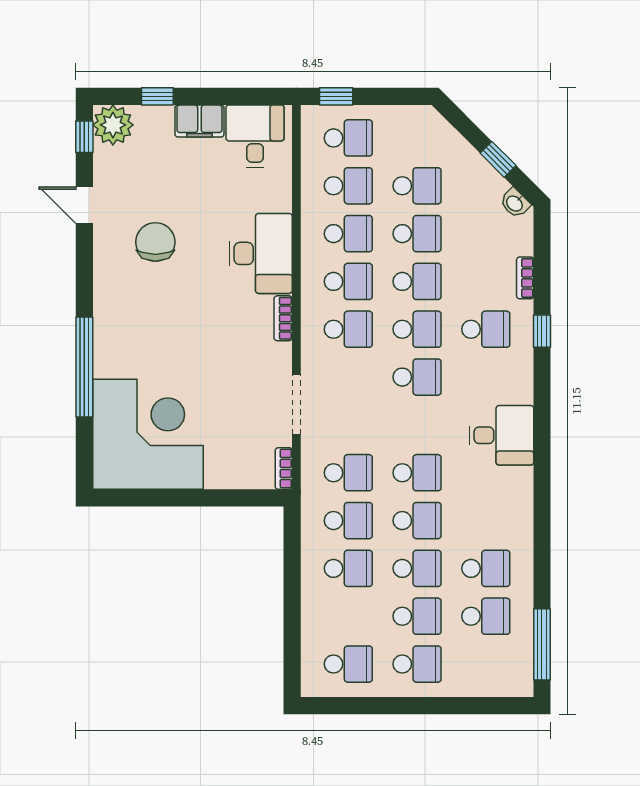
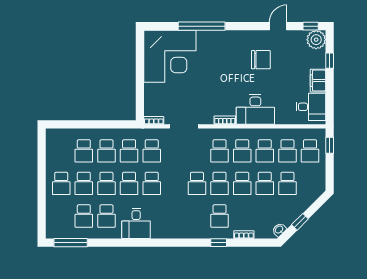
desk: (501, 435) -> (136, 223), moved
school desk: (348, 664) -> (84, 151), moved

